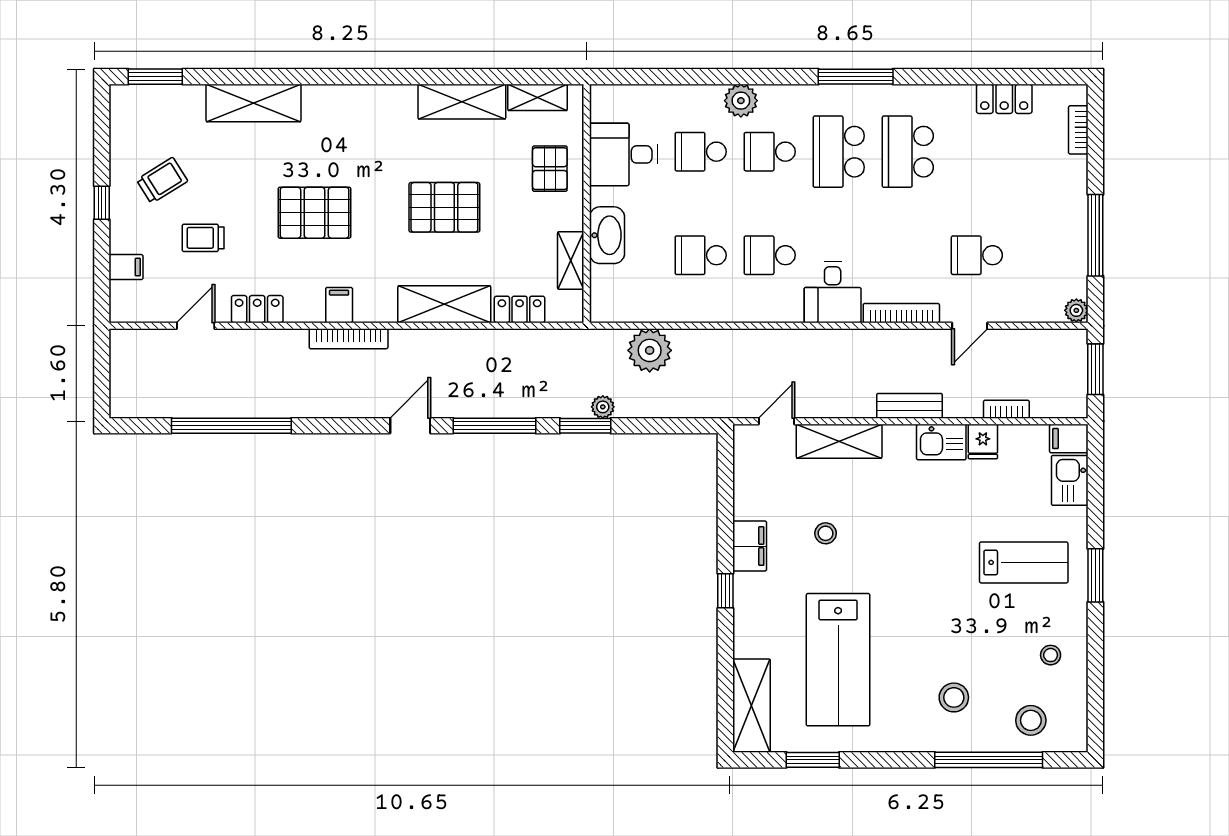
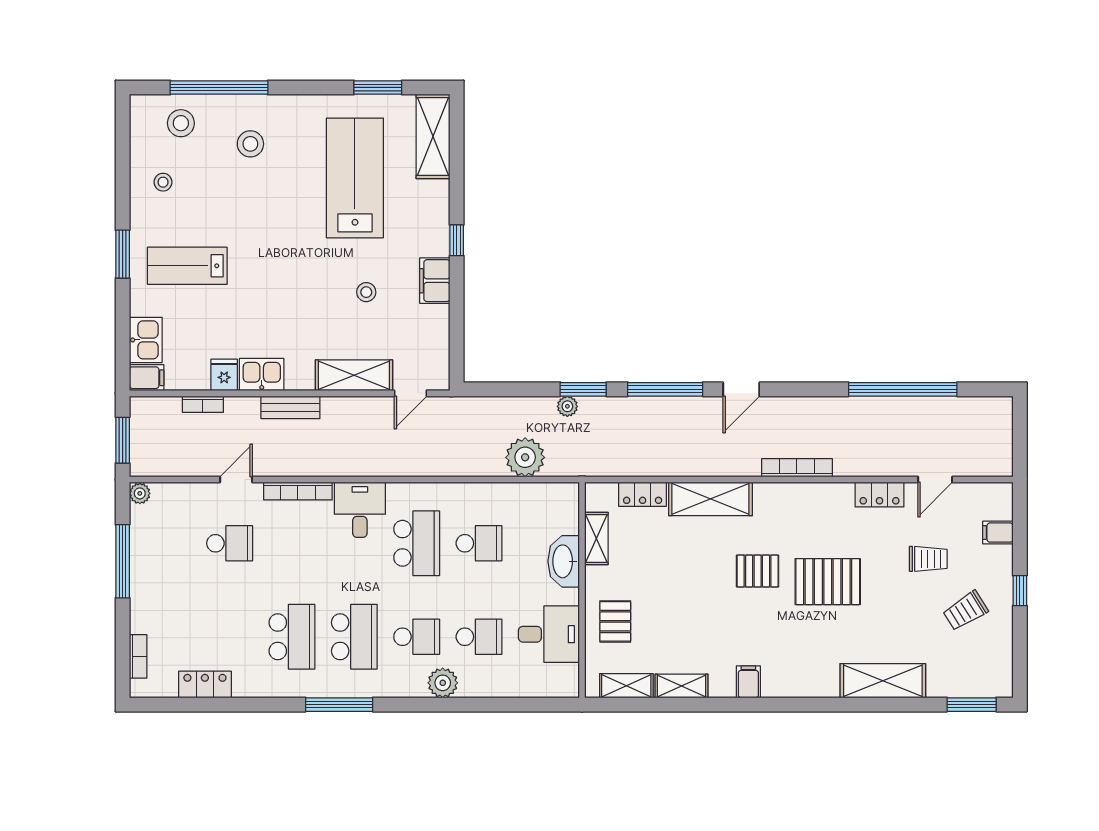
shelving: (462, 102) -> (682, 686), width x0.67, depth x0.75
pallet: (444, 207) -> (758, 571), moved, width x0.67, depth x0.71
school desk: (770, 255) -> (417, 543), width x1.85
filing cabinet: (339, 305) -> (748, 682), moved, turned 180

